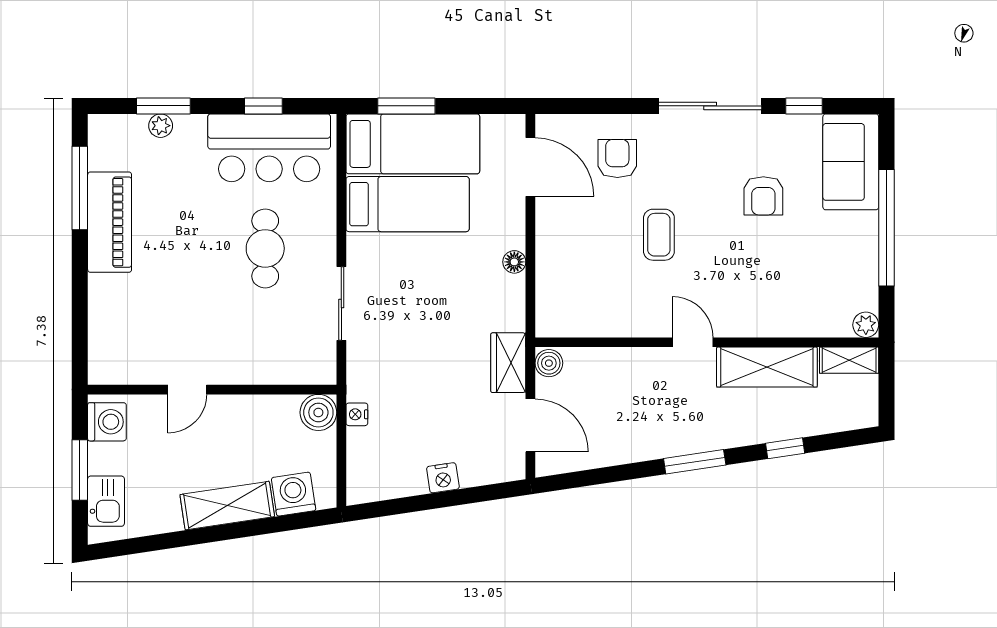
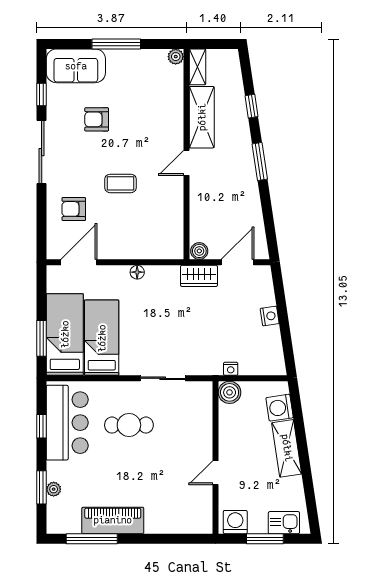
armchair: (763, 196) -> (97, 119), turned 180
window: (886, 228) -> (116, 44), width x0.68
door: (187, 390) -> (215, 473), swing flipped

